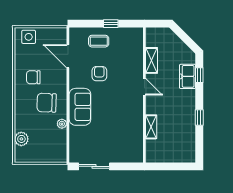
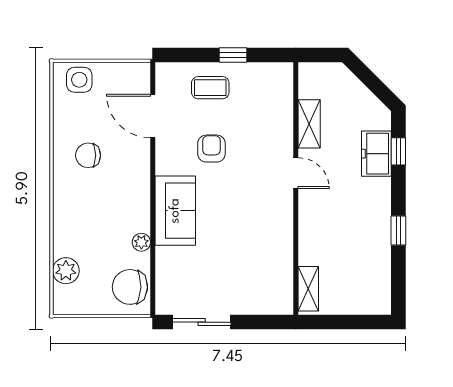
chair: (47, 103) -> (130, 287), moved
shelving: (151, 127) -> (308, 289), moved

